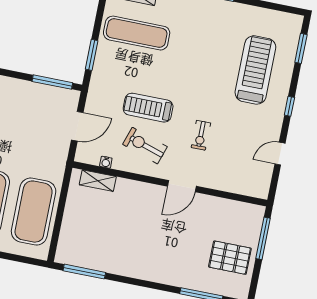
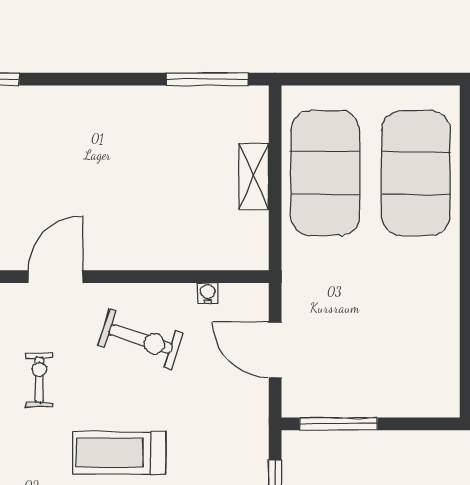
treadmill: (148, 108) -> (119, 453), moved, turned 180
door: (77, 126) -> (275, 350), hinge flipped
shelving: (98, 181) -> (254, 176), moved, turned 90

